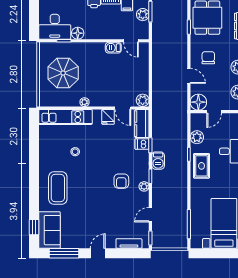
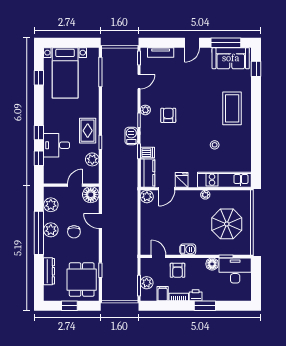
armchair: (112, 27) -> (178, 270), added
barbecue: (113, 48) -> (188, 249), moved
chair: (208, 58) -> (74, 232), moved
door: (123, 108) -> (167, 189), swing flipped
sofa: (49, 230) -> (231, 58), moved, turned -90

